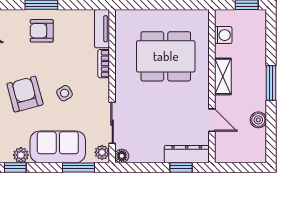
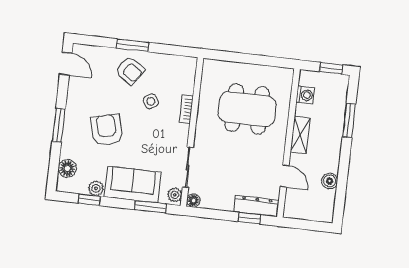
tv unit: (102, 29) -> (189, 75), removed
armchair: (42, 31) -> (130, 70), turned -145
window: (271, 83) -> (349, 120), moved
side table: (65, 93) -> (151, 101), moved

